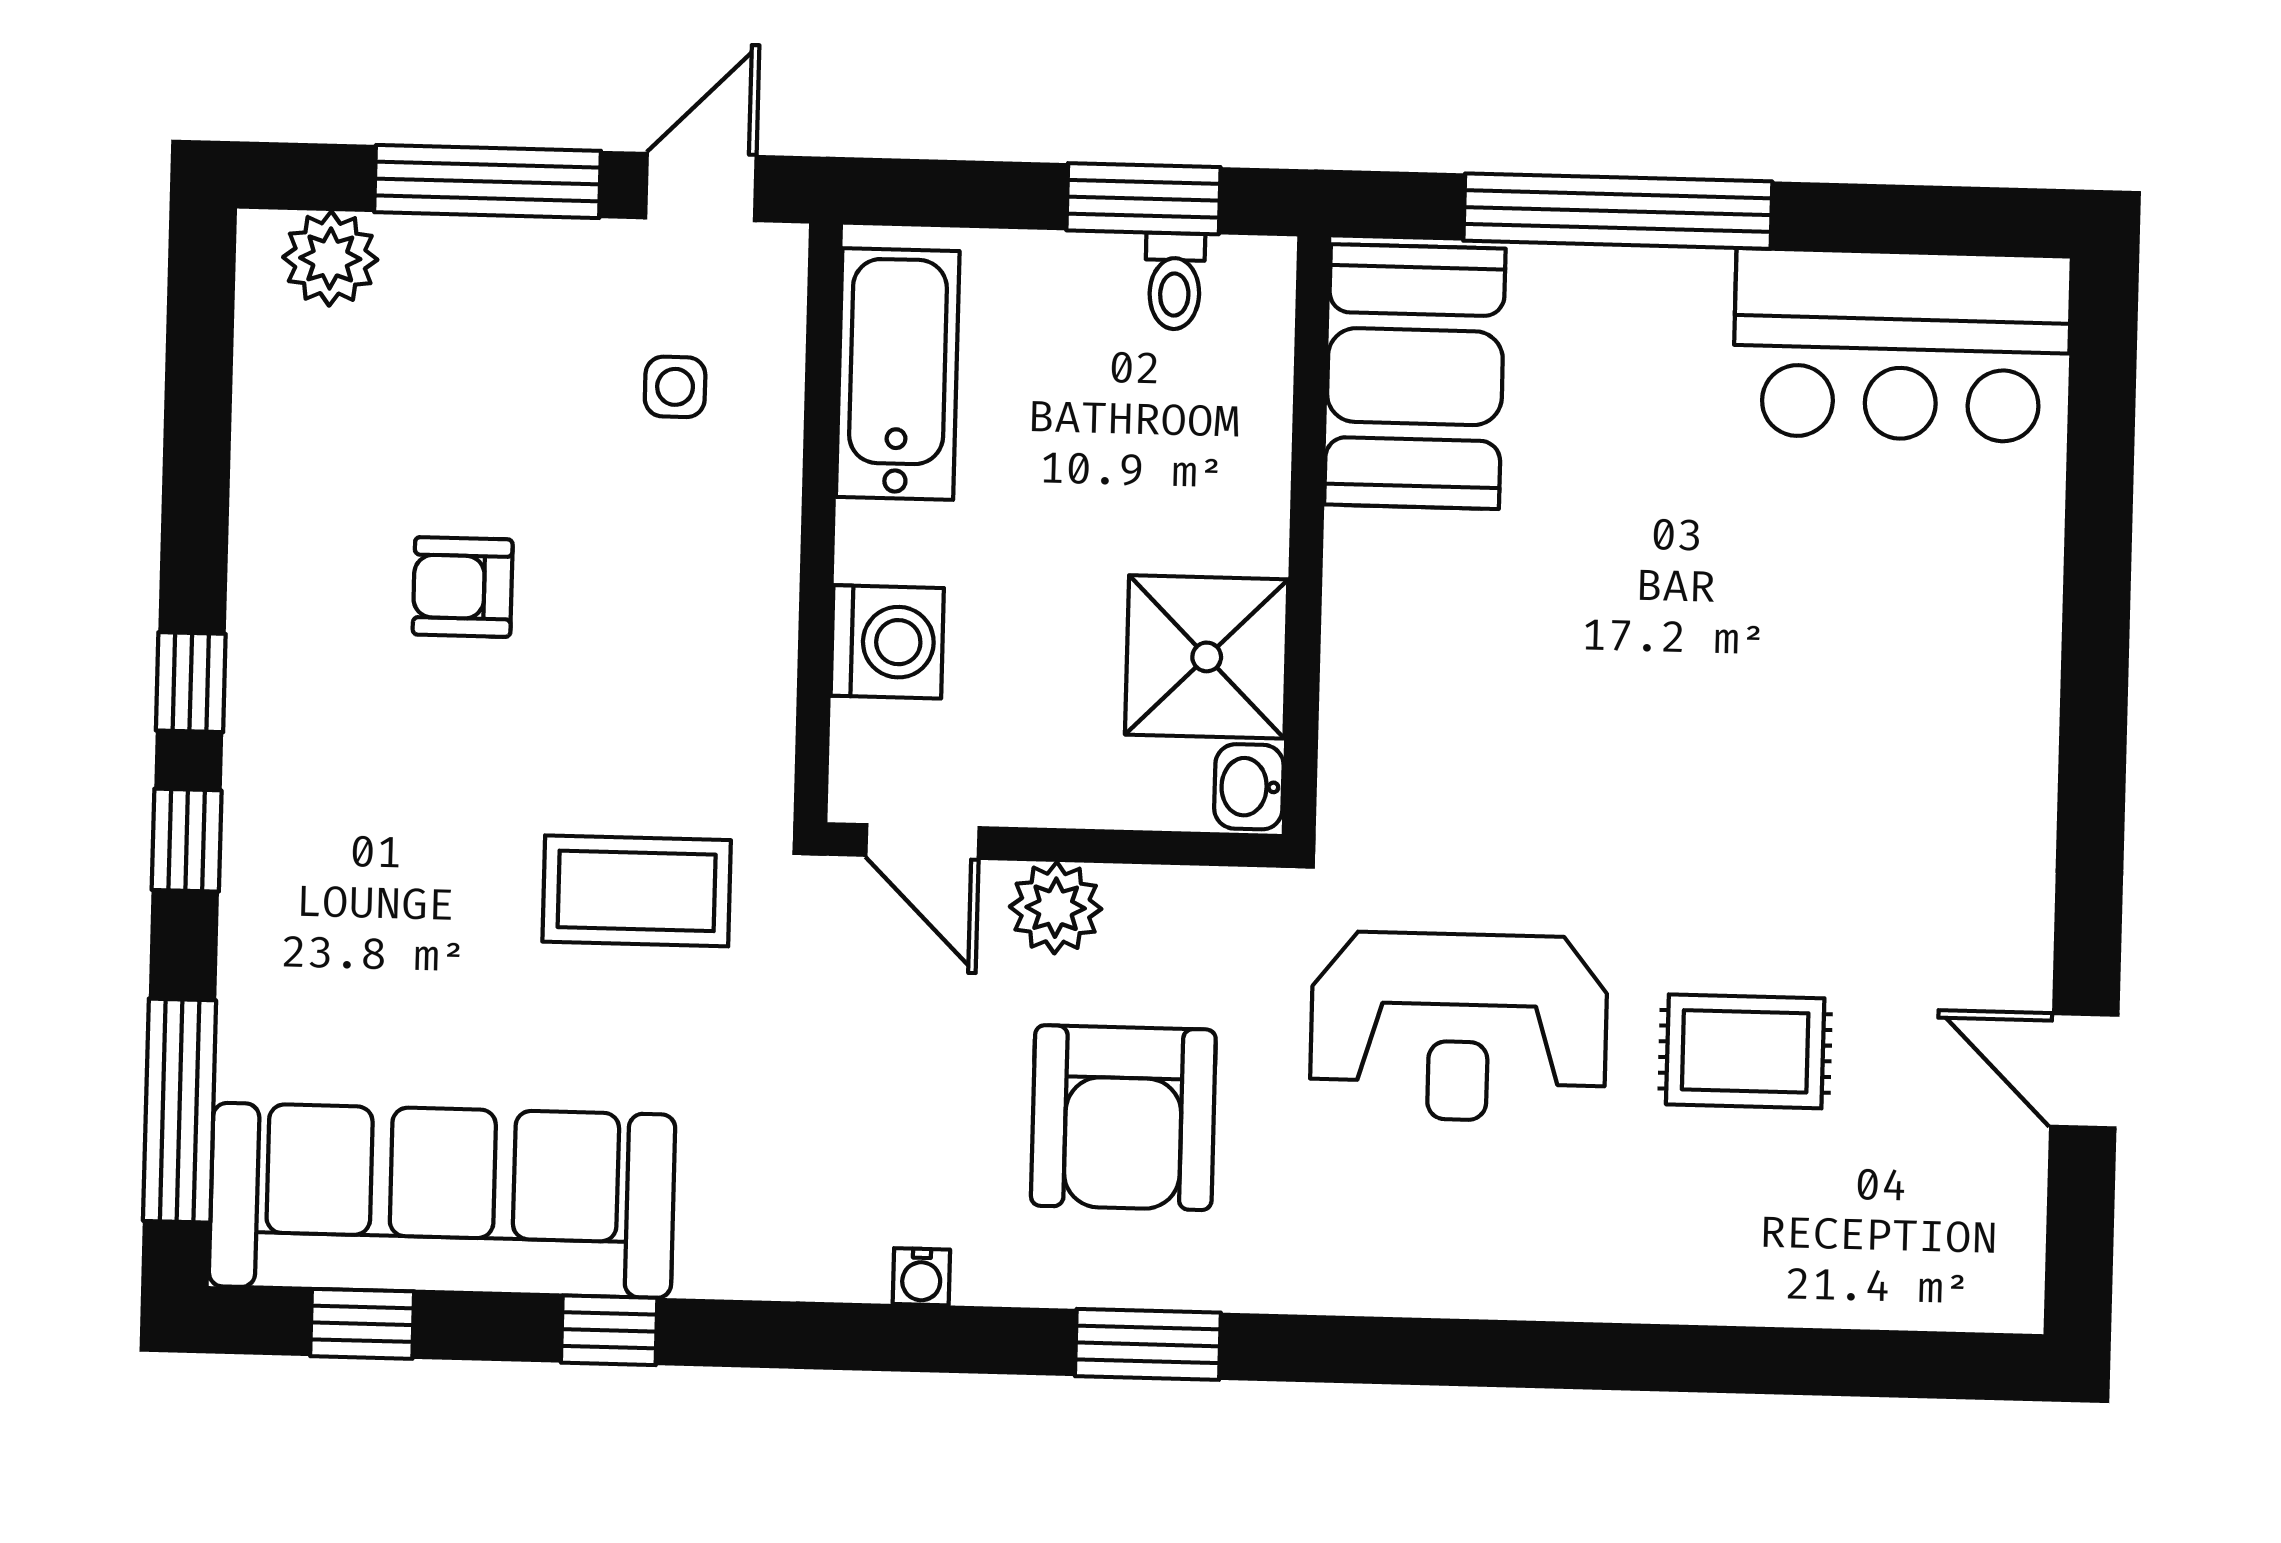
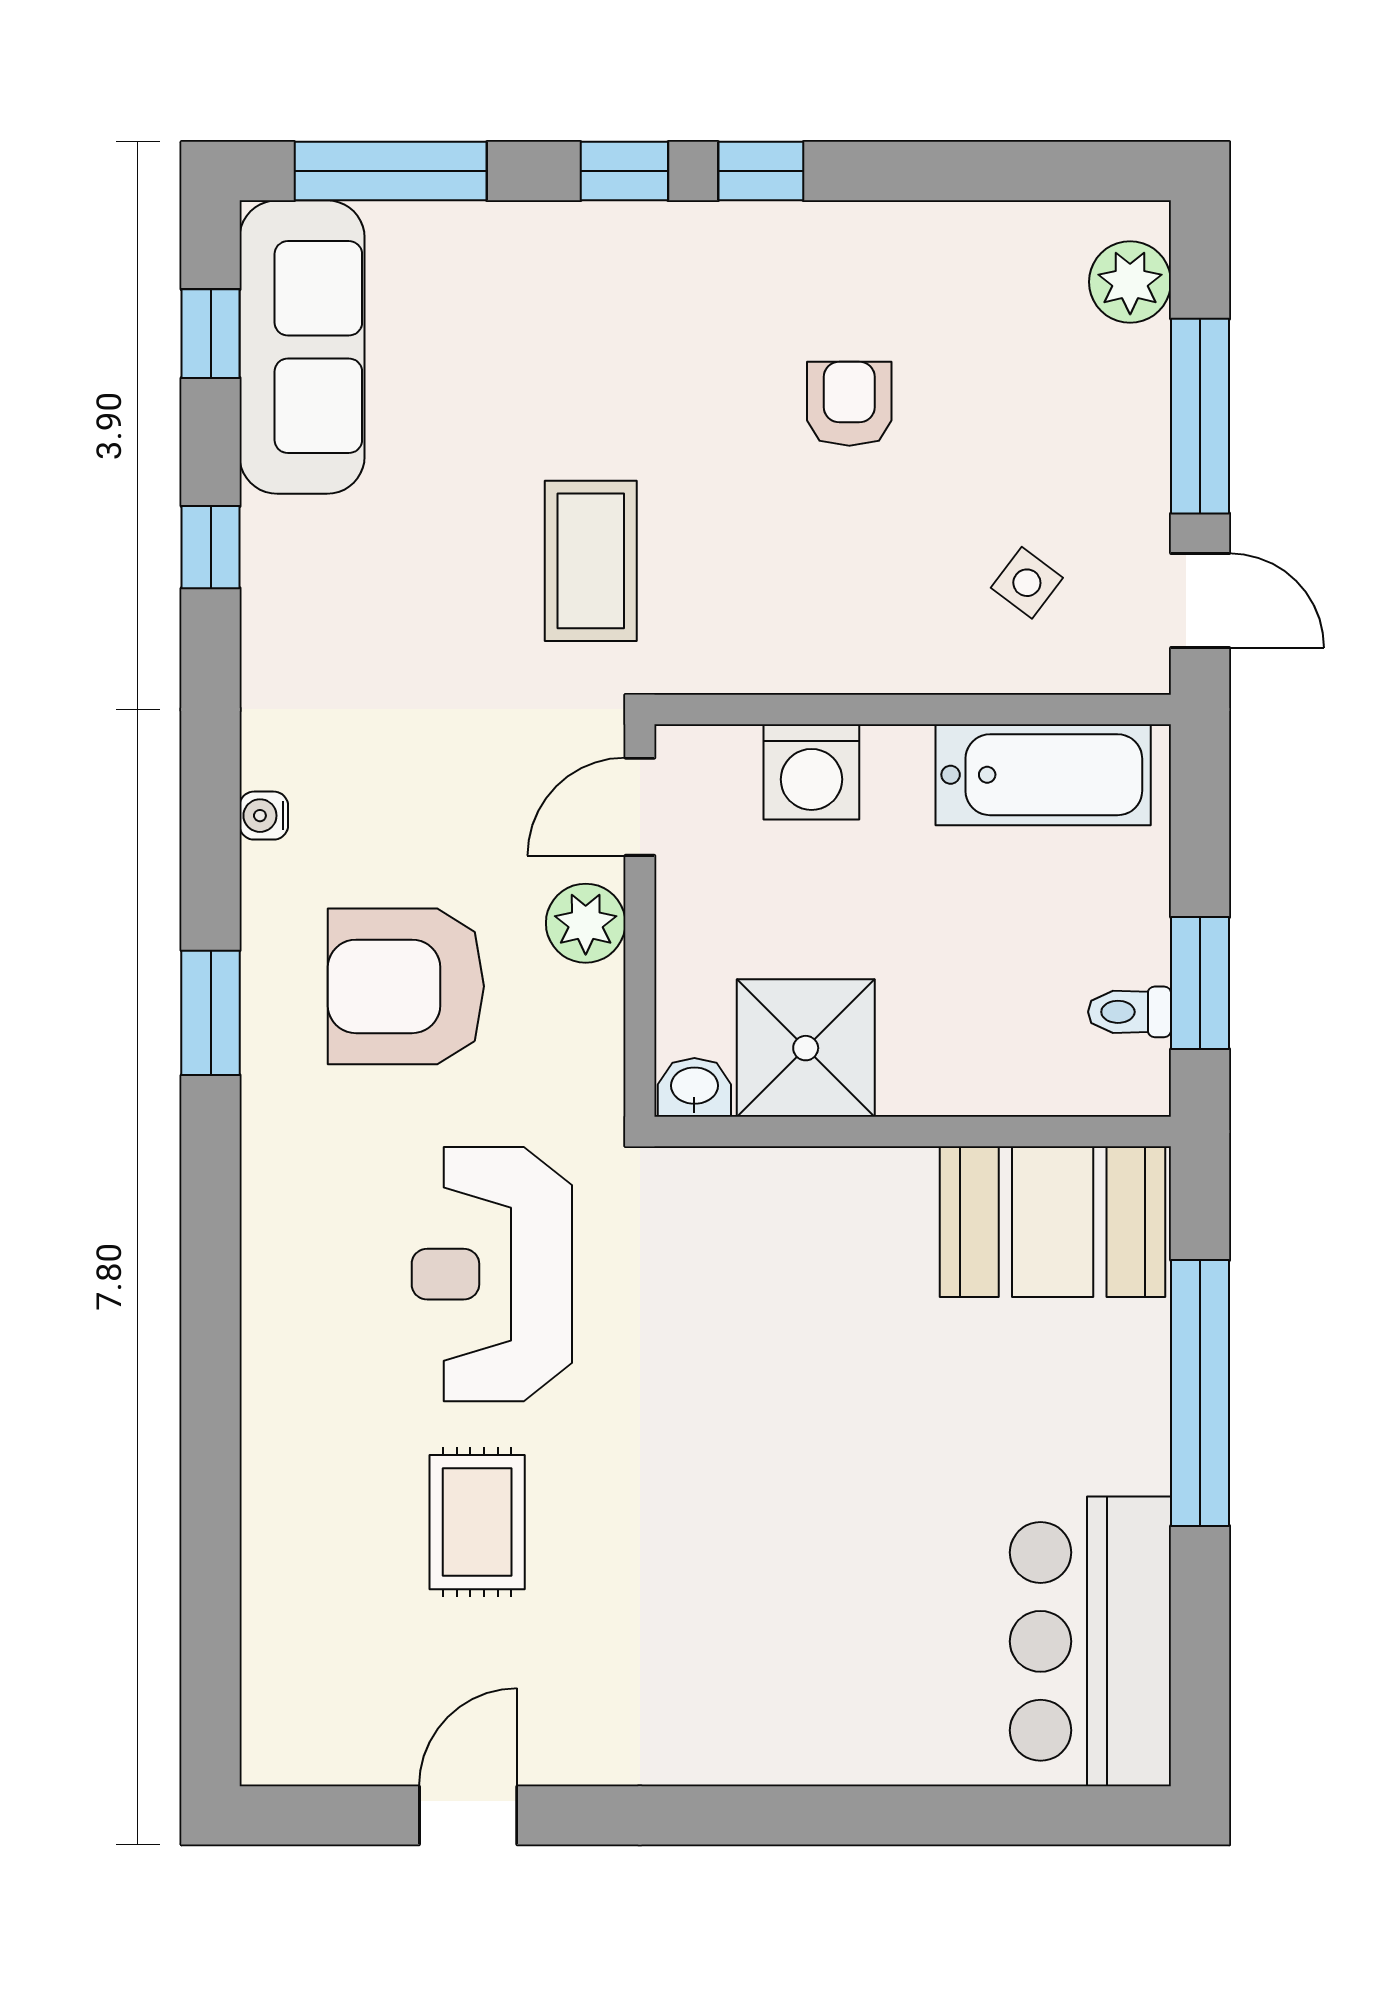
side table: (675, 387) -> (1027, 583), turned 37
sofa: (442, 1200) -> (302, 347), width x0.74, depth x0.79

